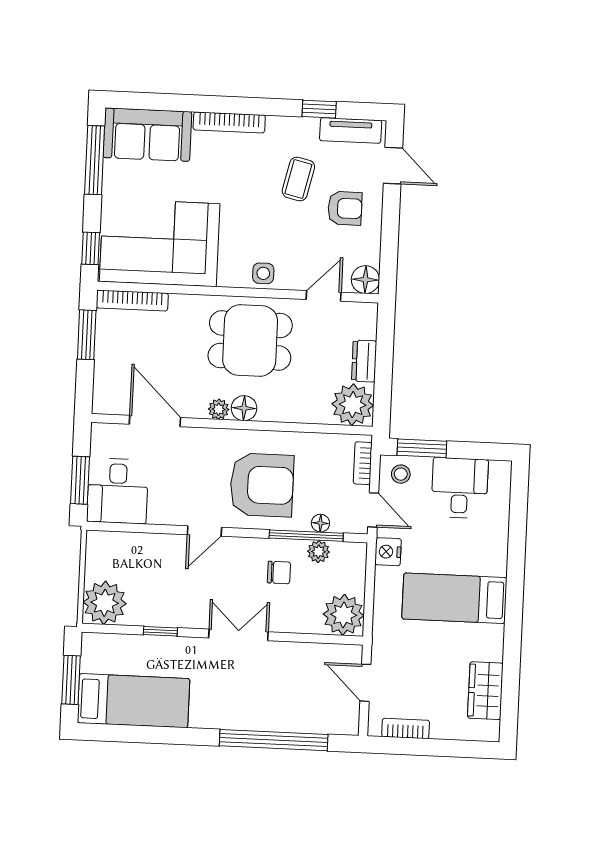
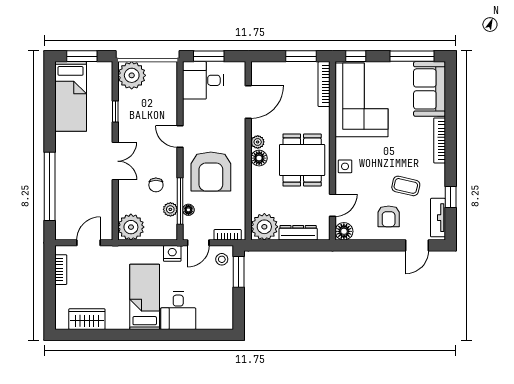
door: (324, 296) -> (332, 205), hinge flipped
dresser: (364, 361) -> (298, 233), width x1.44
desk: (460, 488) -> (178, 311), moved, turned 90

